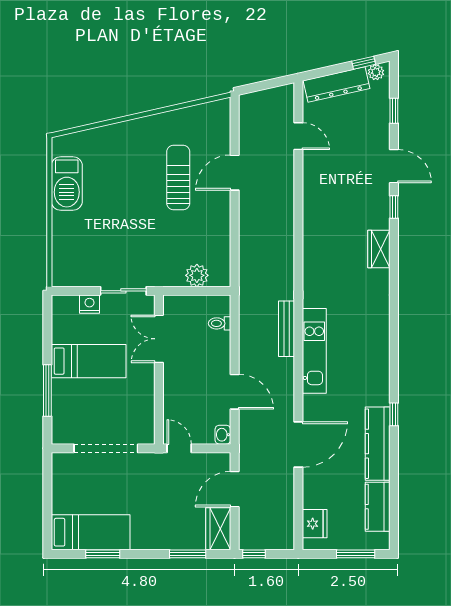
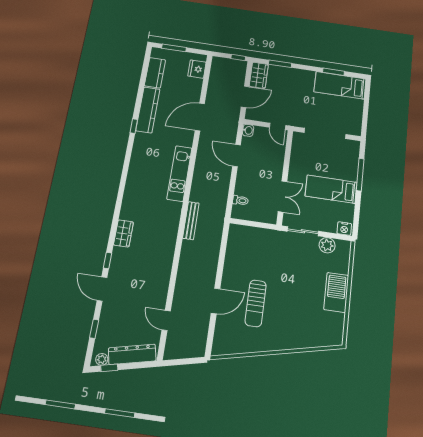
barbecue: (67, 183) -> (336, 292), moved
plant: (197, 275) -> (327, 245), moved
nightstand: (89, 304) -> (344, 229), moved
bench: (286, 329) -> (191, 221), moved

